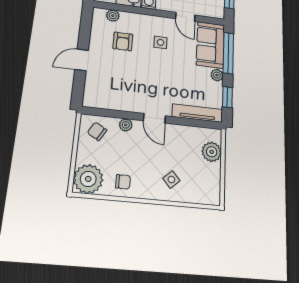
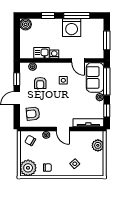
window: (85, 31) -> (17, 79), added
armchair: (106, 87) -> (33, 114), added

